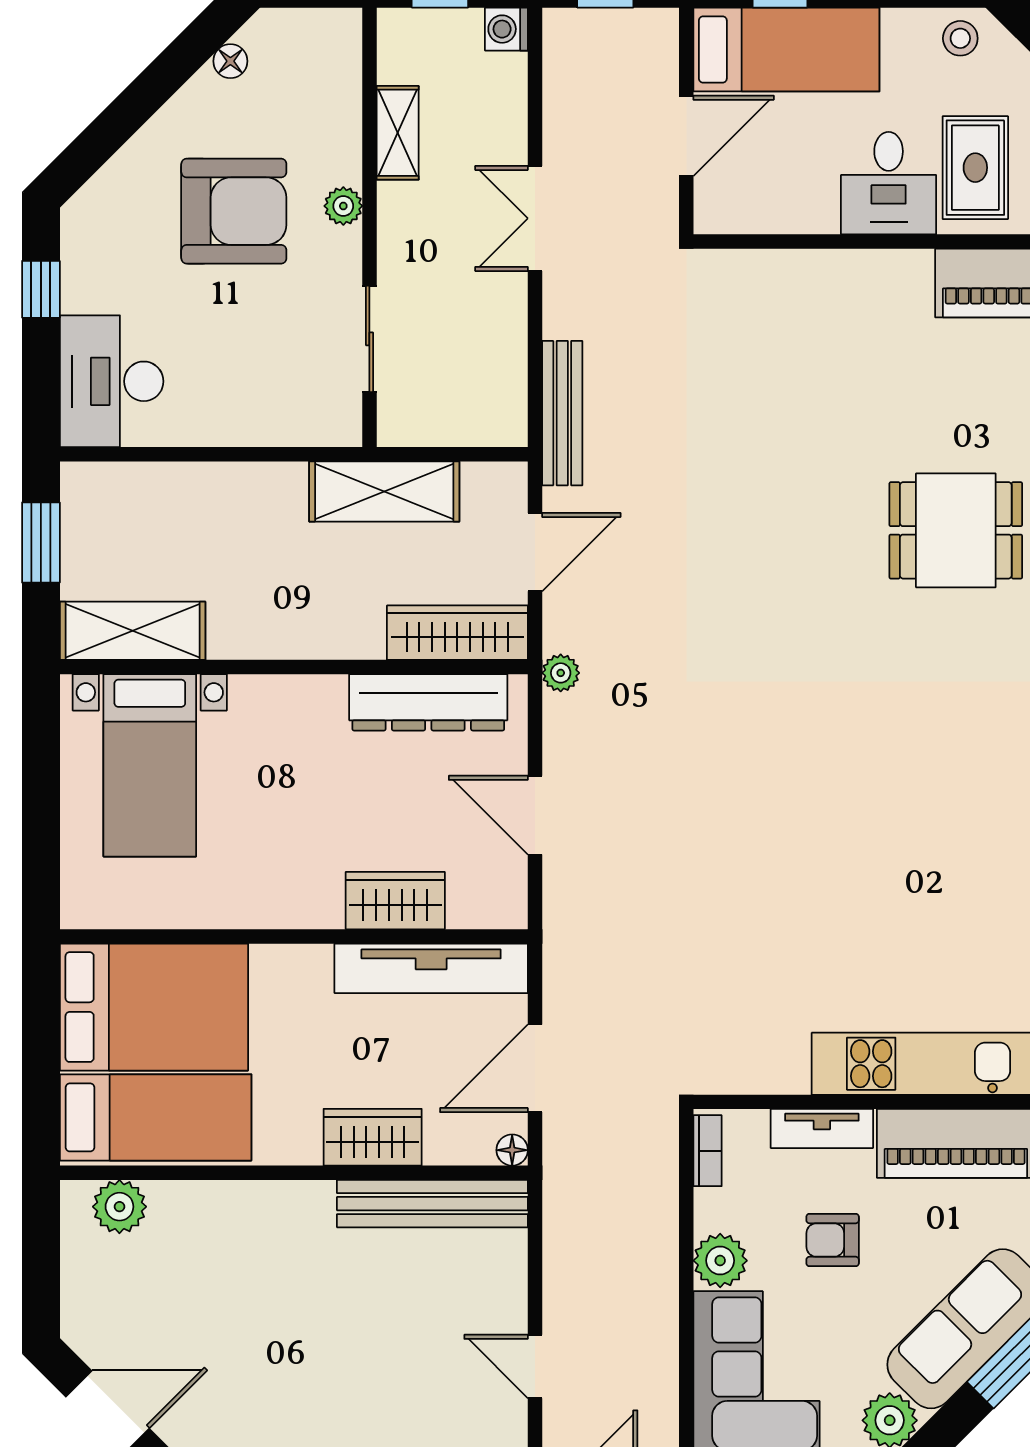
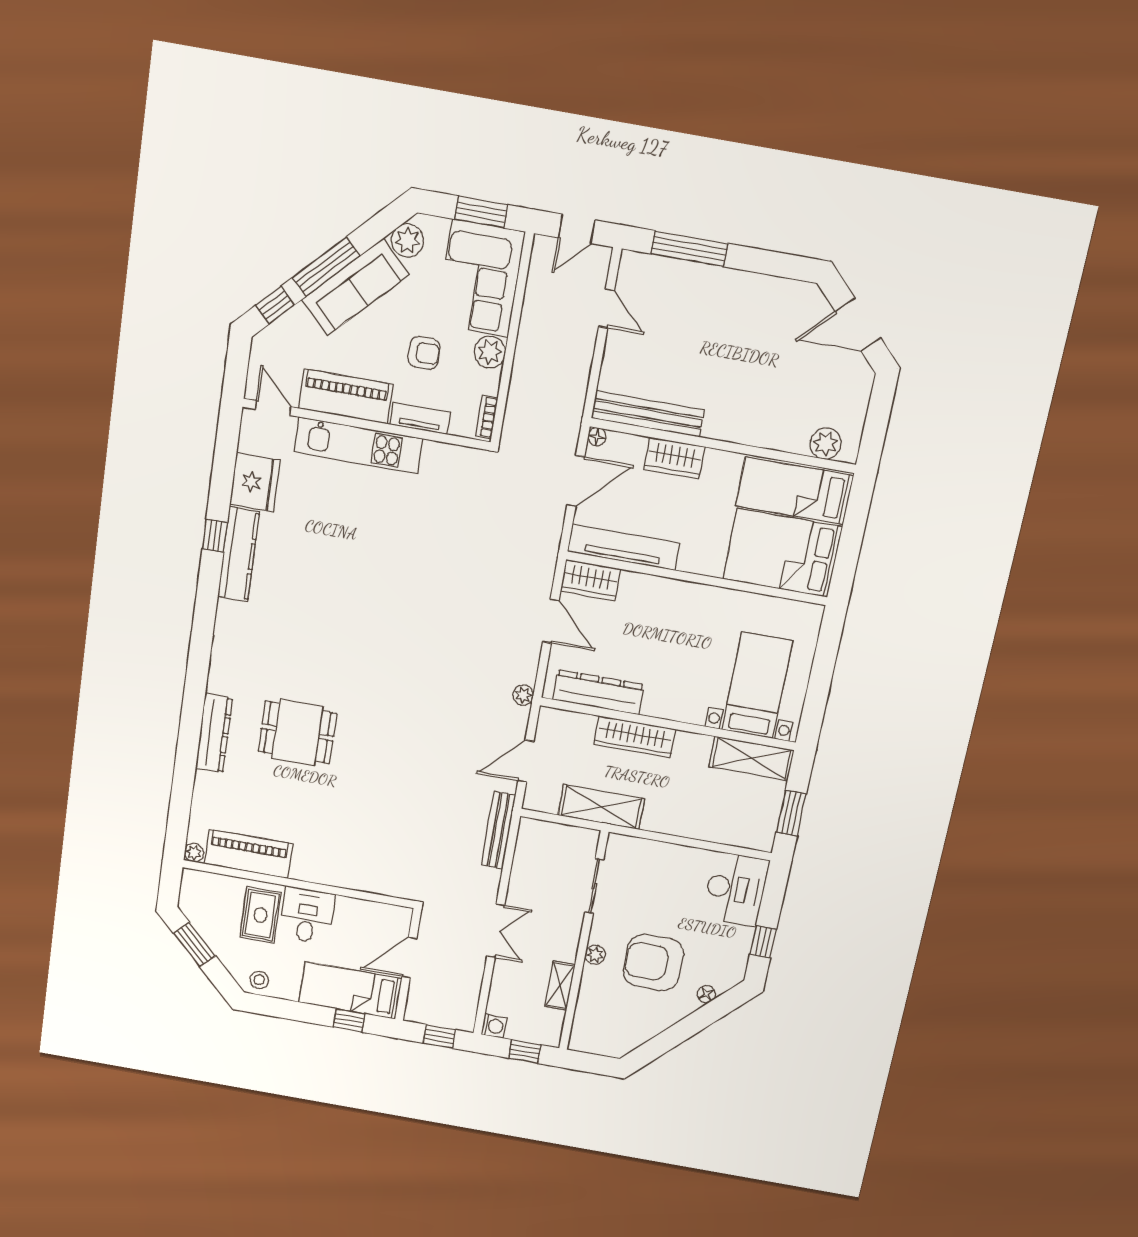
floor lamp: (230, 61) -> (706, 994), moved
wardrobe: (457, 633) -> (635, 737), moved
wardrobe: (395, 901) -> (591, 580), moved

